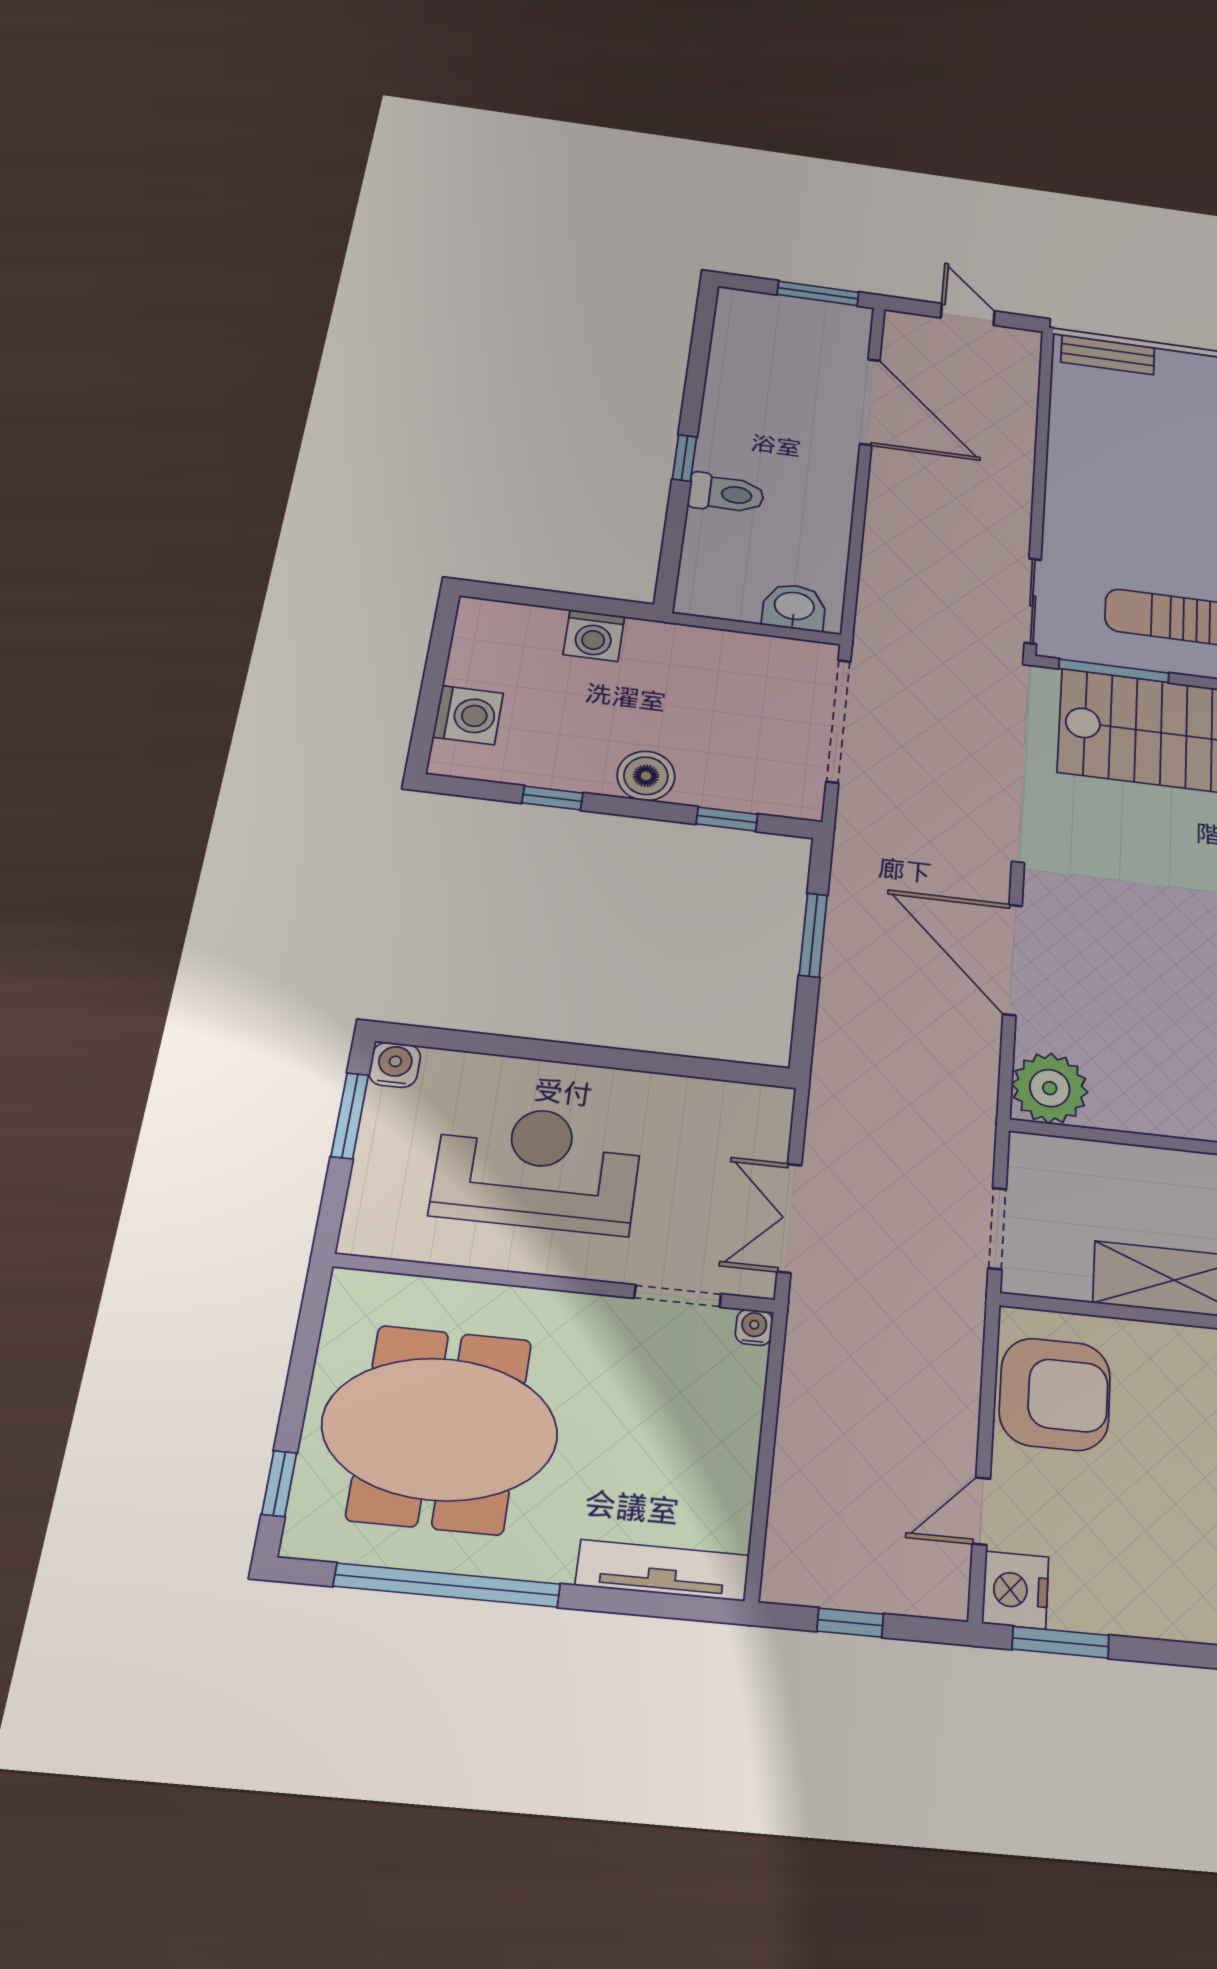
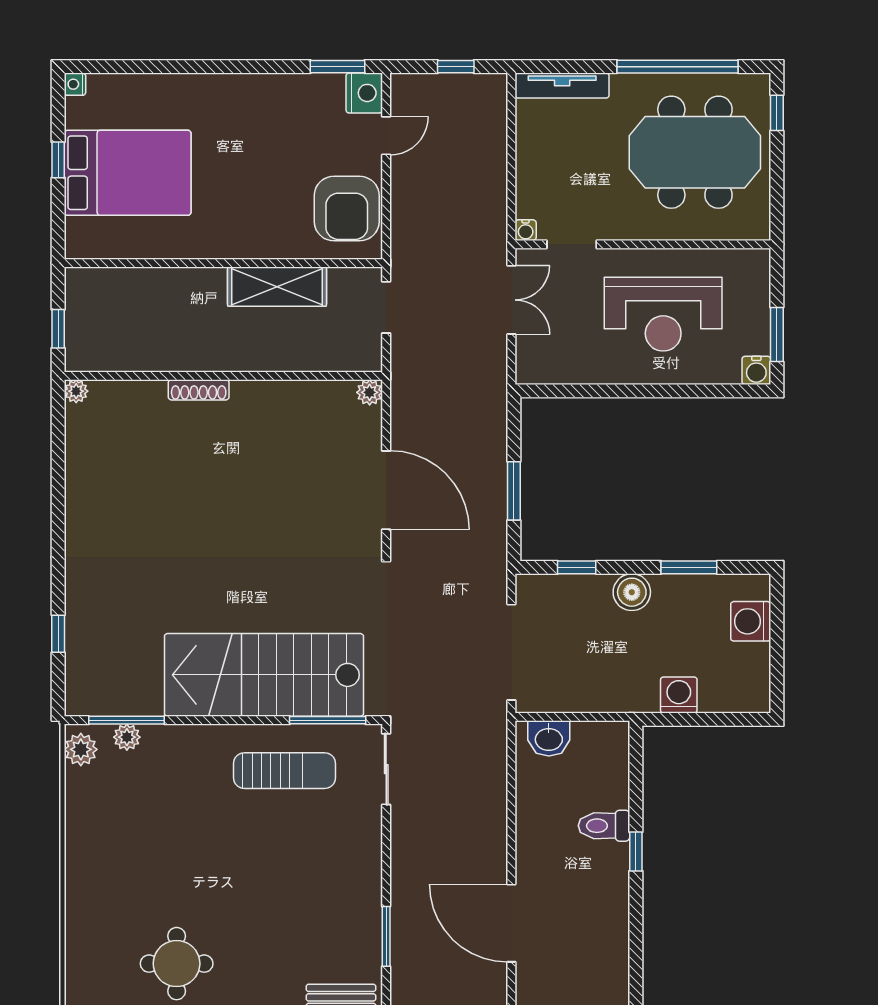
window: (1043, 411) -> (386, 936), added
window: (552, 798) -> (689, 567), width x1.50
plant: (1050, 1088) -> (370, 392), width x0.53, depth x0.53
armchair: (1055, 1394) -> (347, 209), turned -90

